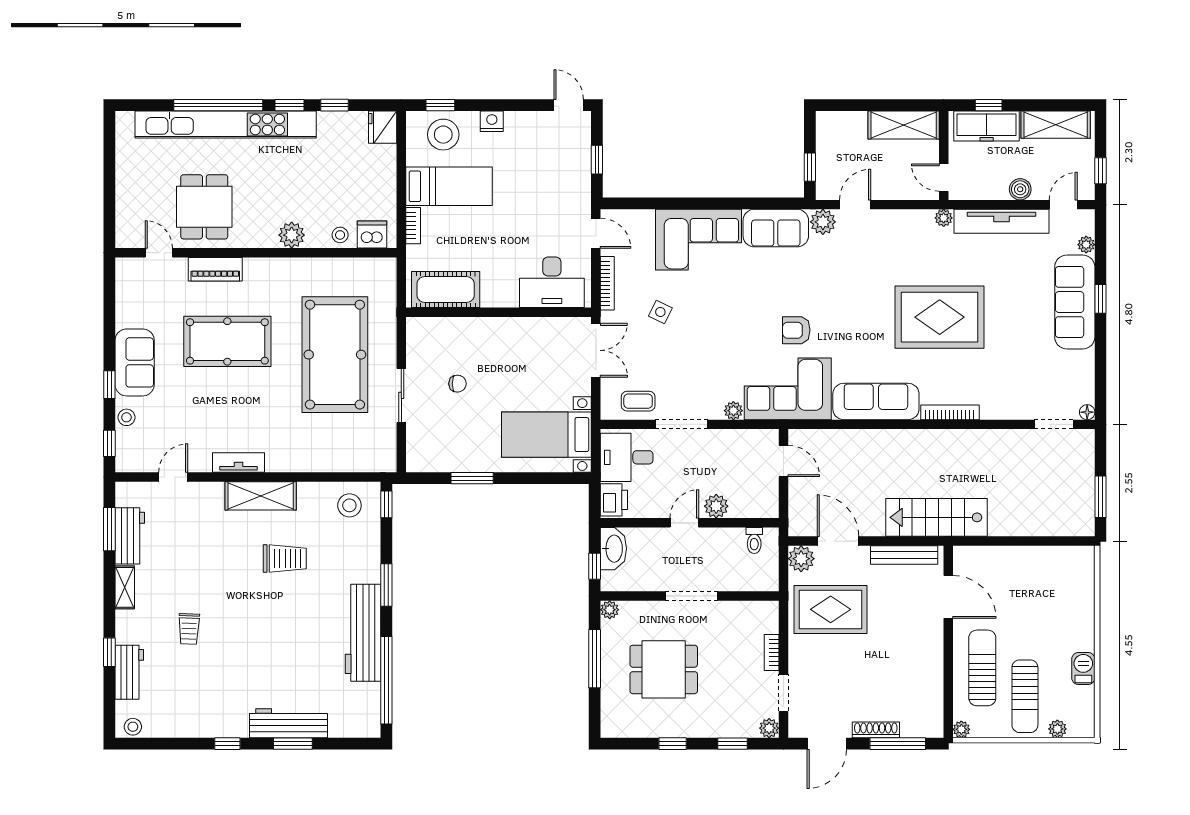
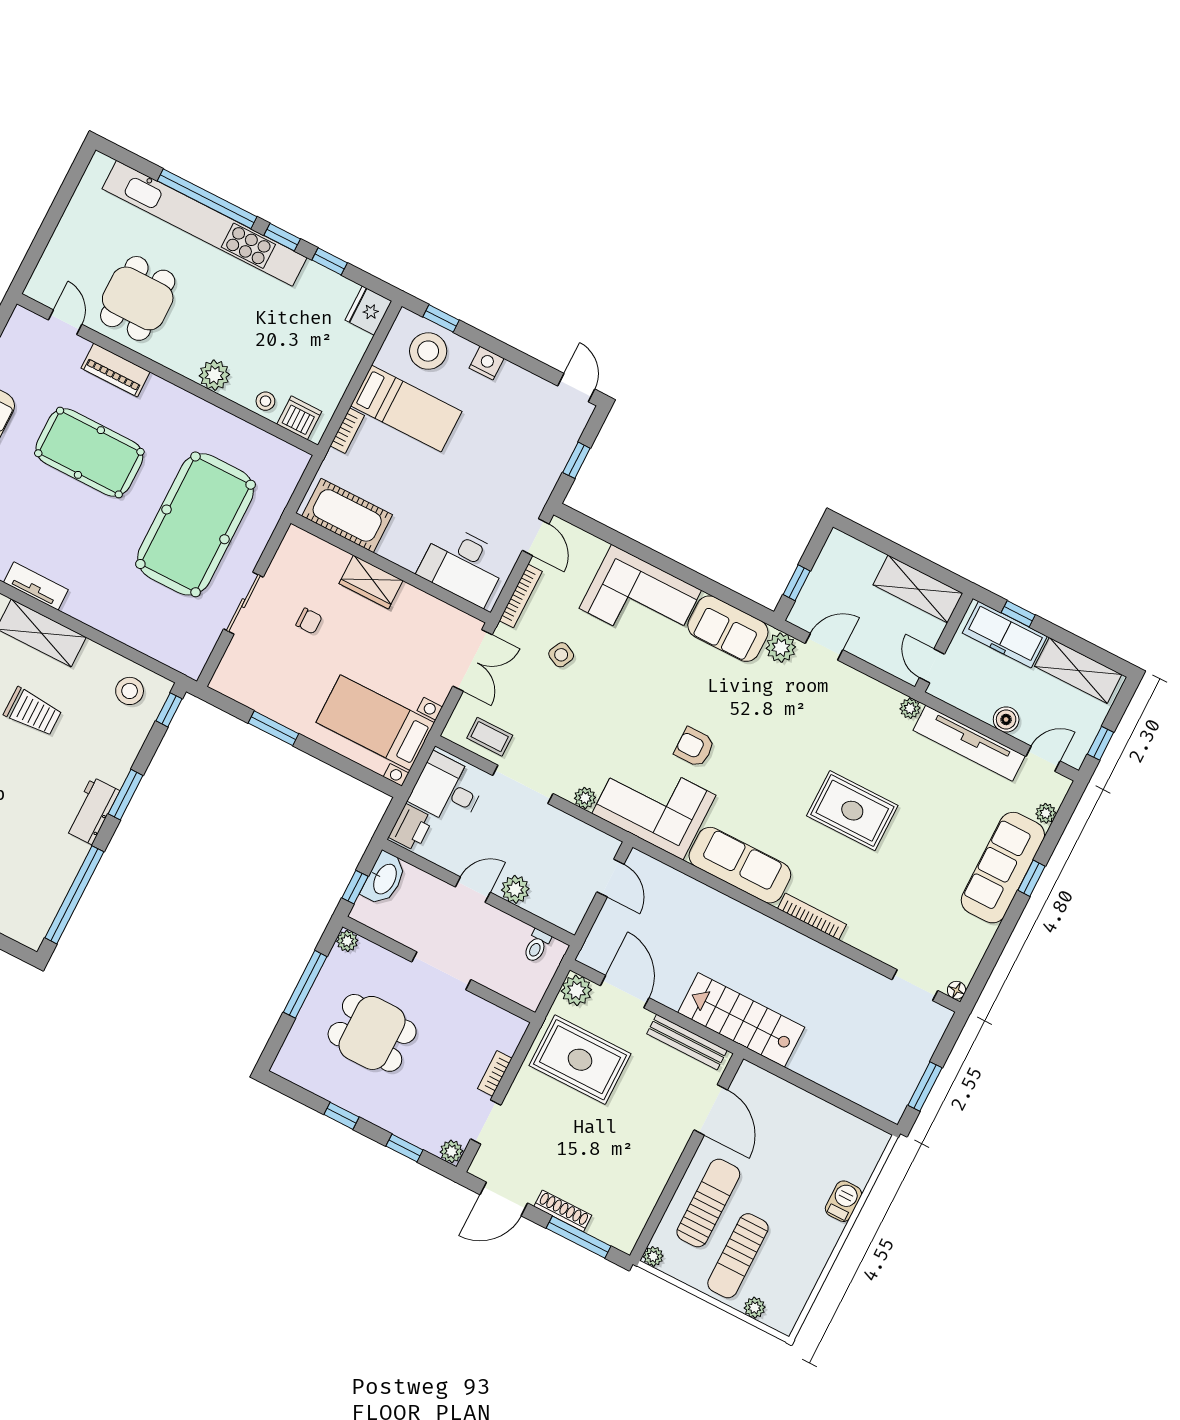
rug: (940, 317) -> (852, 811), width x0.73, depth x0.69
wardrobe: (489, 330) -> (371, 582), added
workbench: (363, 633) -> (92, 811), width x0.53, depth x0.76
barbecue: (1083, 669) -> (843, 1201), moved

